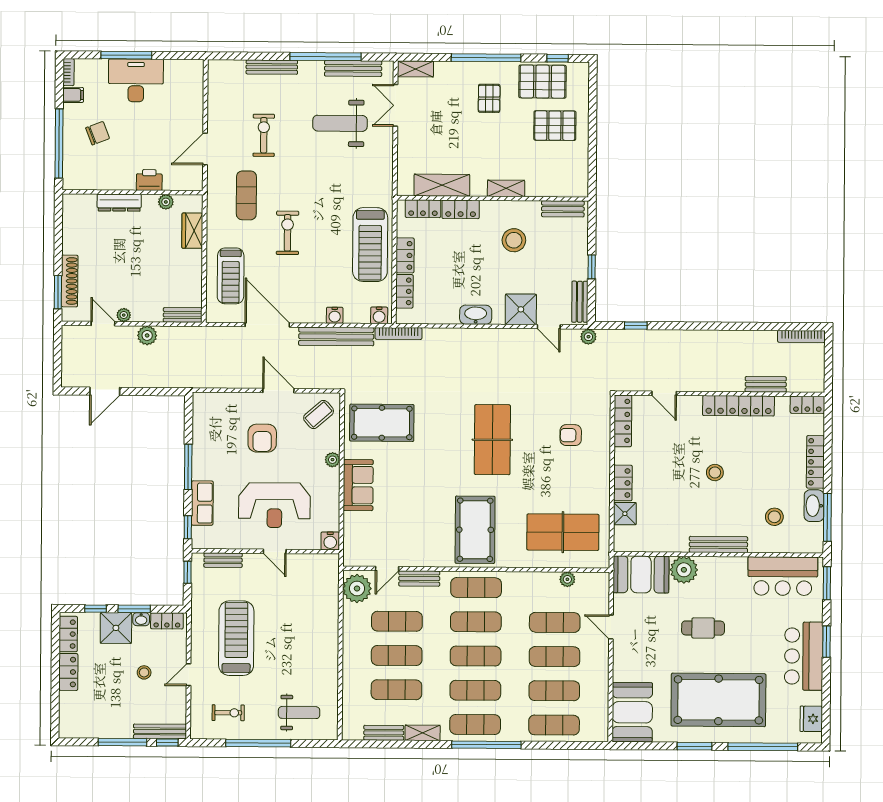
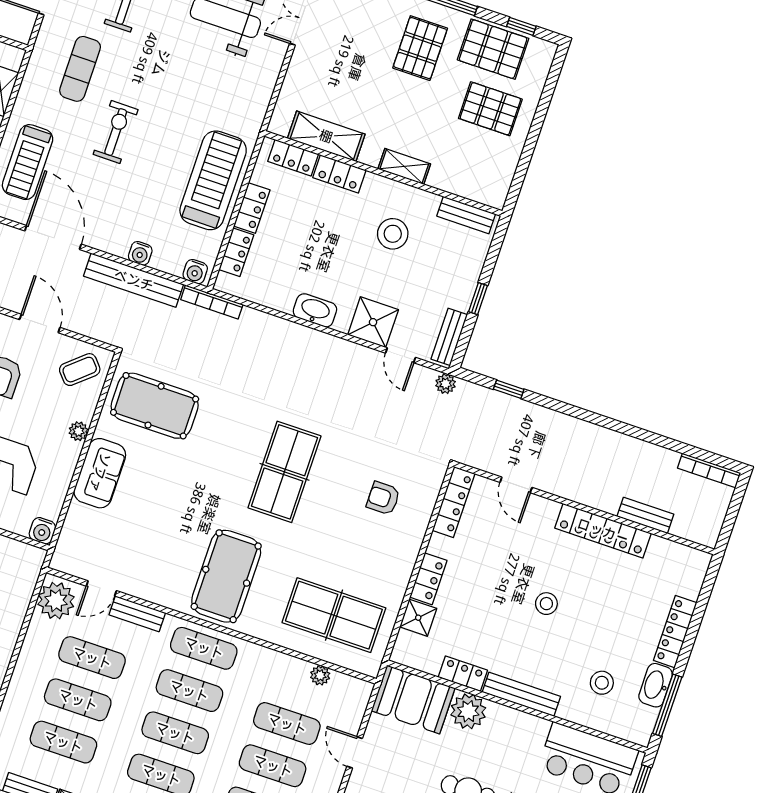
pallet: (489, 98) -> (420, 48), width x1.50, depth x1.42
treadmill: (370, 245) -> (213, 180), turned 180
locker: (807, 405) -> (463, 674), moved, turned 180

